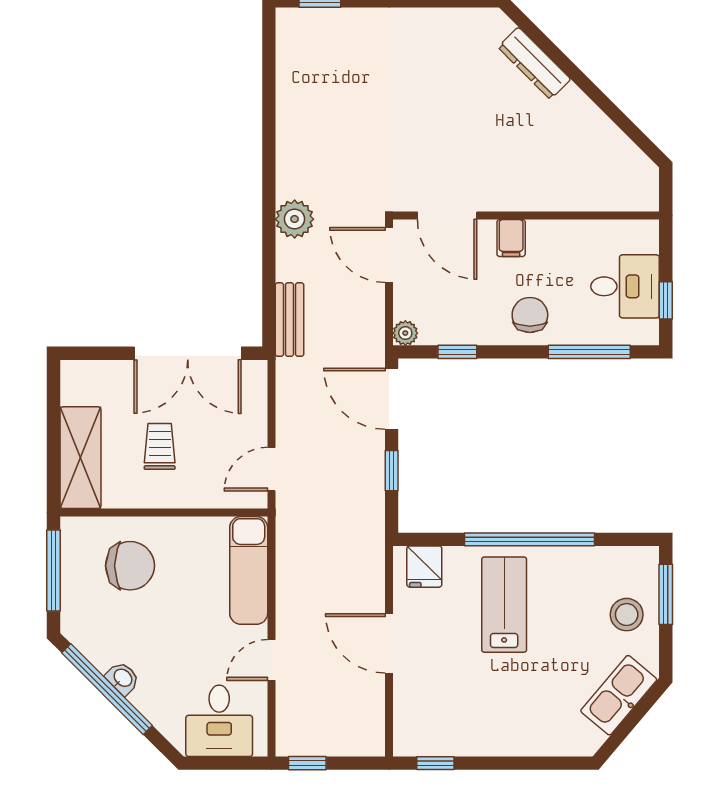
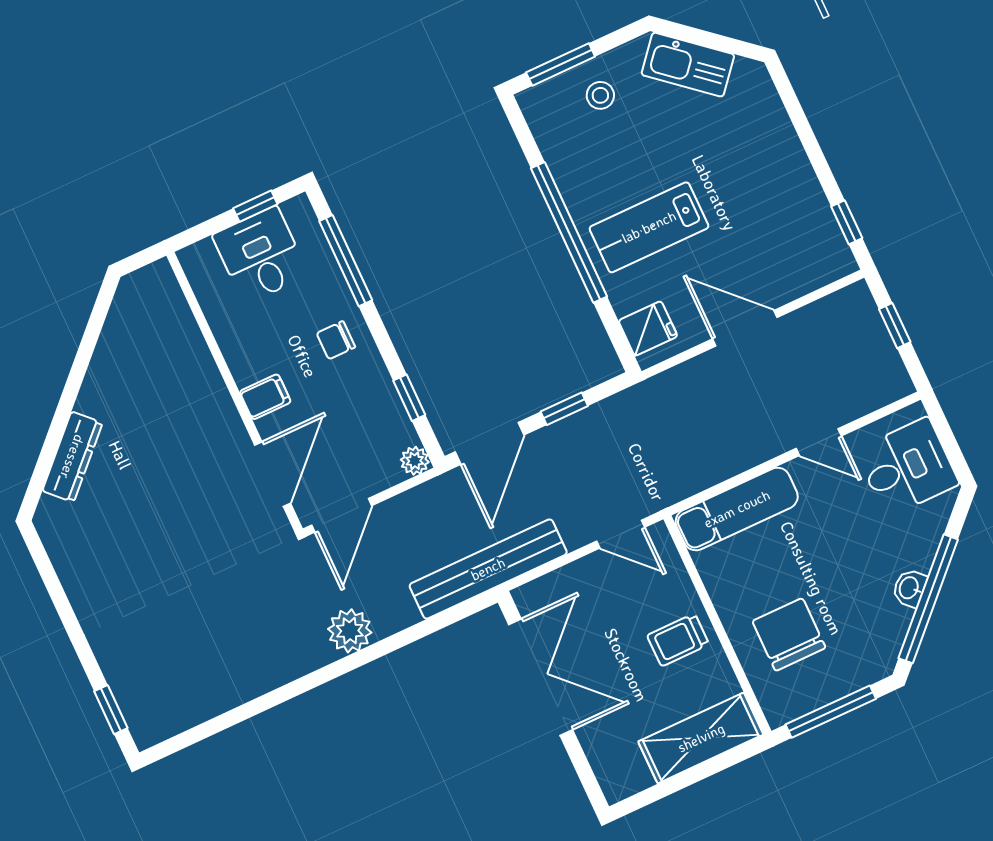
chair: (530, 315) -> (336, 340), width x0.73, depth x0.73
bench: (289, 320) -> (488, 569), width x1.86, depth x1.21
trolley: (160, 446) -> (678, 640), moved
stool: (627, 615) -> (600, 95), width x0.73, depth x0.73
door: (389, 643) -> (745, 328), swing flipped
window: (307, 763) -> (895, 326), moved

